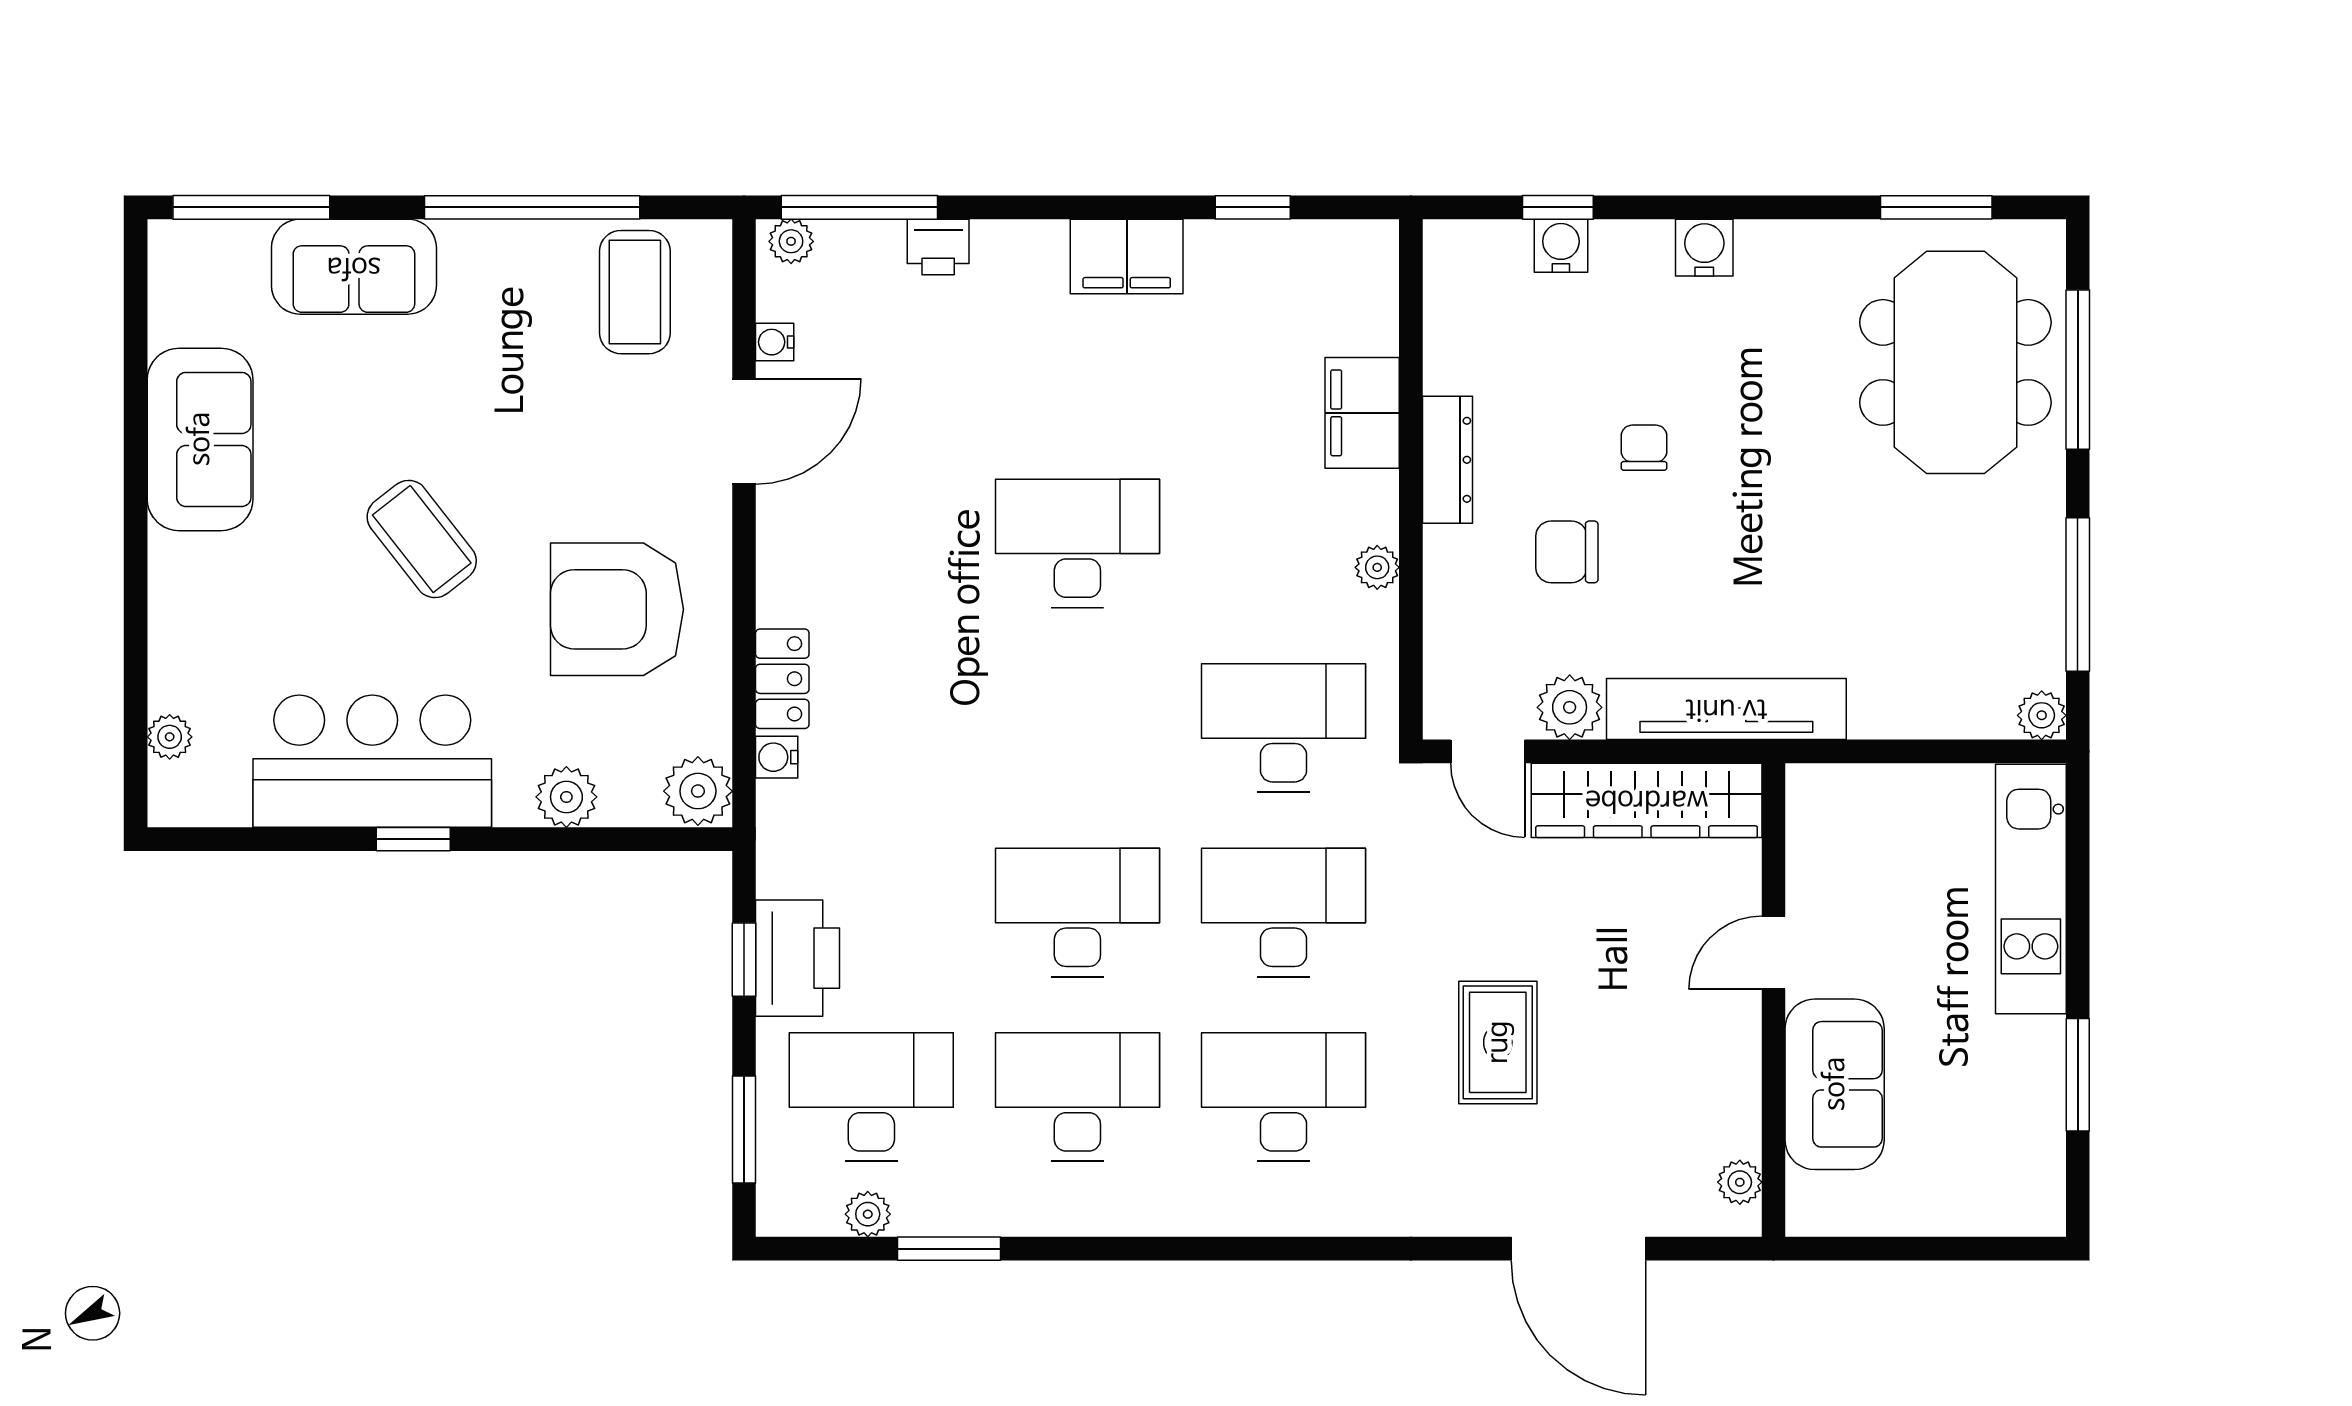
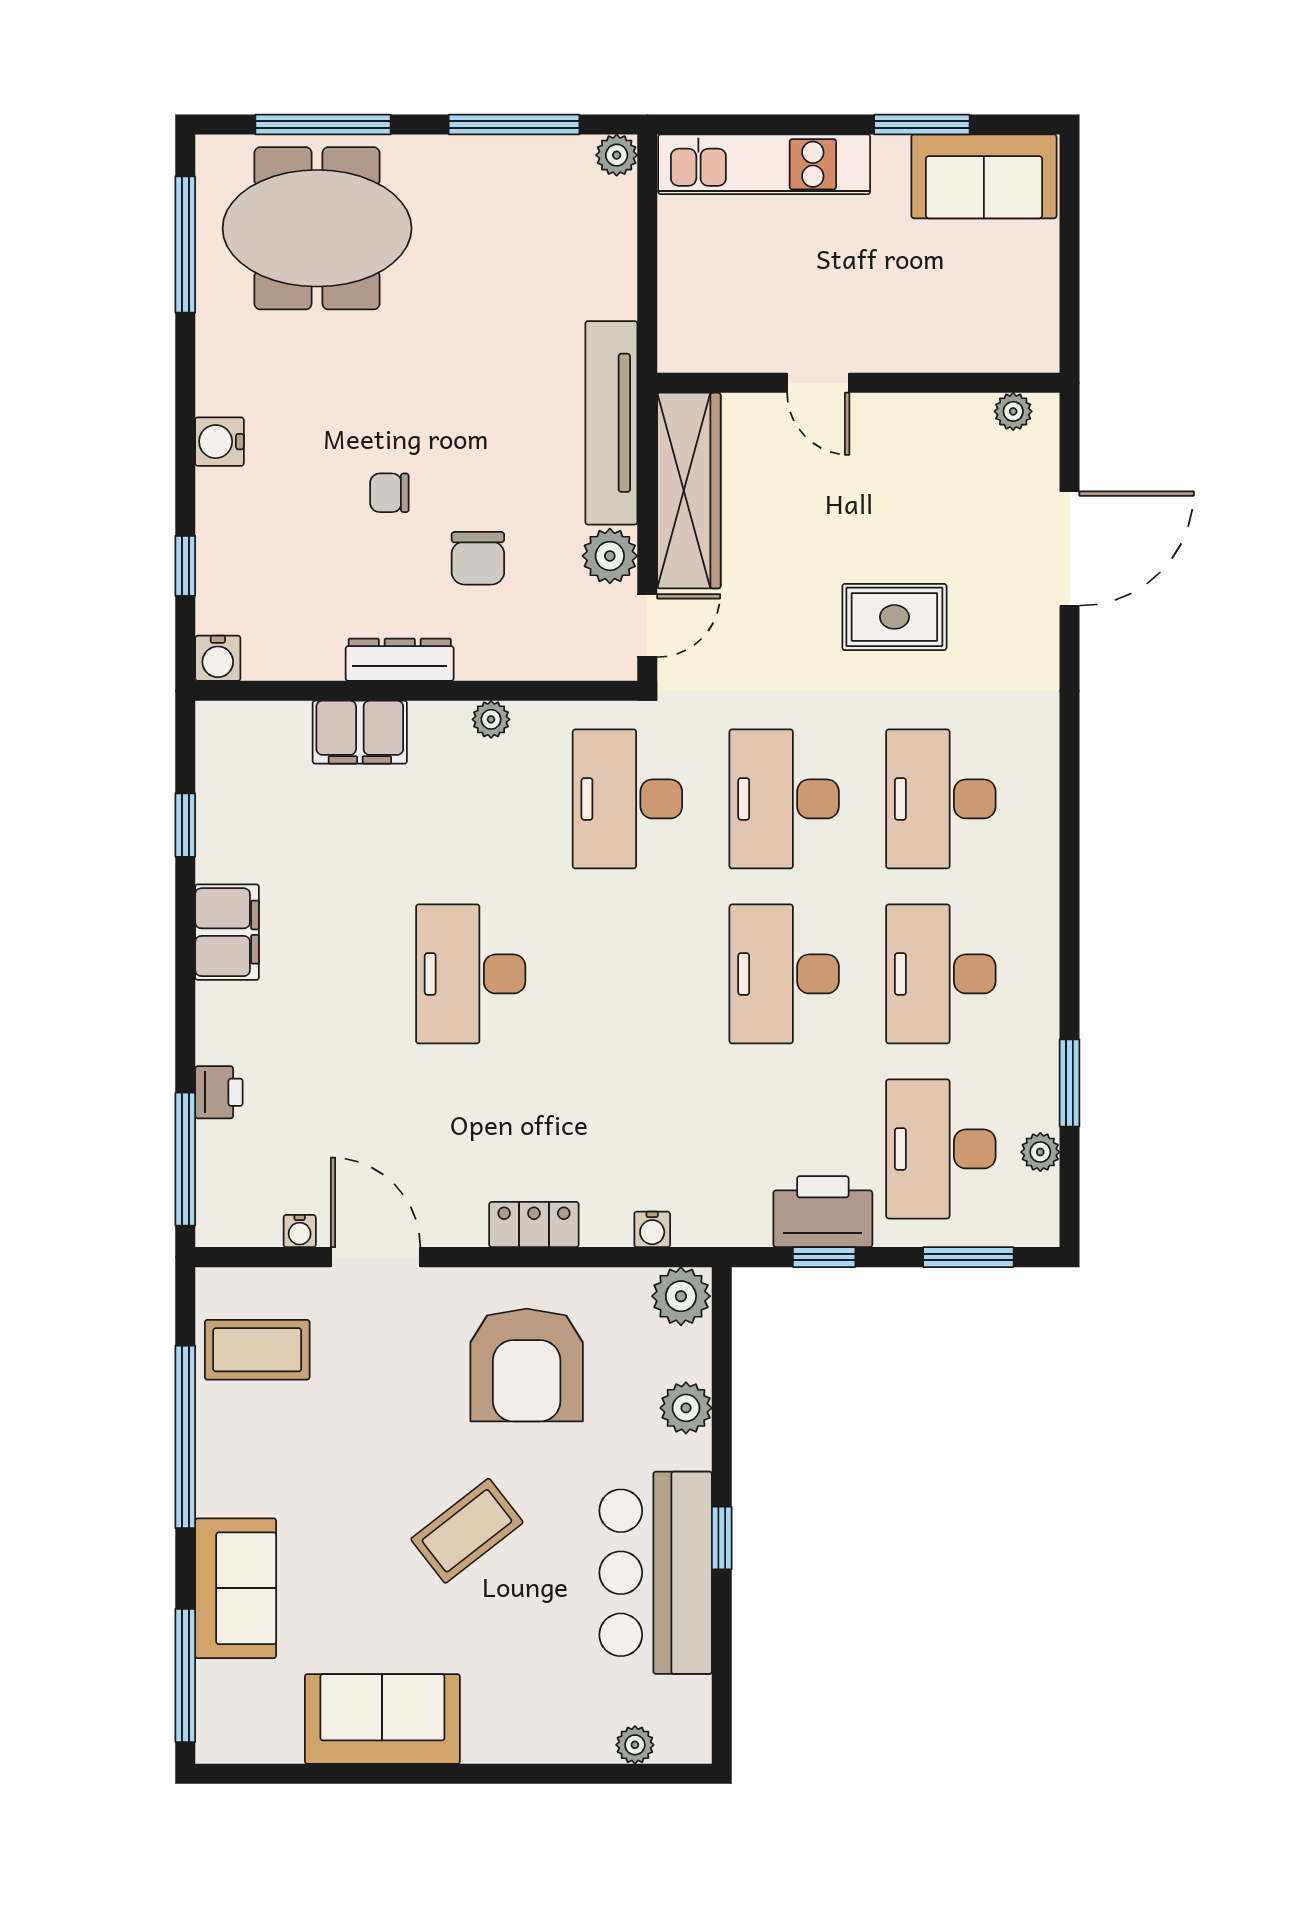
window: (1936, 207) -> (185, 245), width x1.44
plant: (791, 241) -> (214, 1217), removed
water cooler: (1561, 246) -> (218, 658), moved, turned -90
locker: (782, 679) -> (534, 1225), moved
sofa: (1835, 1084) -> (984, 176), moved, turned 180

